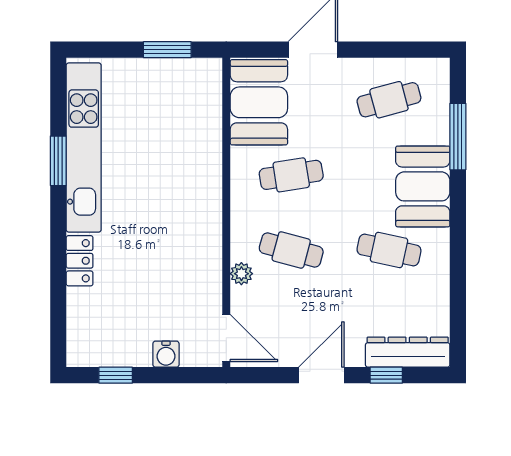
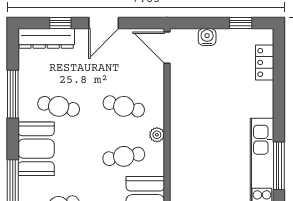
window: (58, 161) -> (279, 166), width x1.44
locker: (80, 261) -> (265, 62), moved
window: (458, 268) -> (13, 94), added
plant: (241, 274) -> (157, 135), moved

